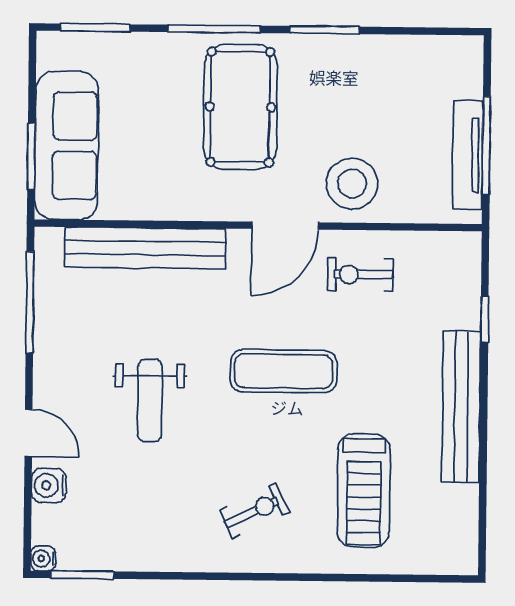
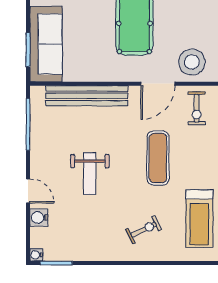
exercise bike: (361, 275) -> (197, 108), turned -90
exercise mat: (284, 371) -> (158, 158), turned 90

